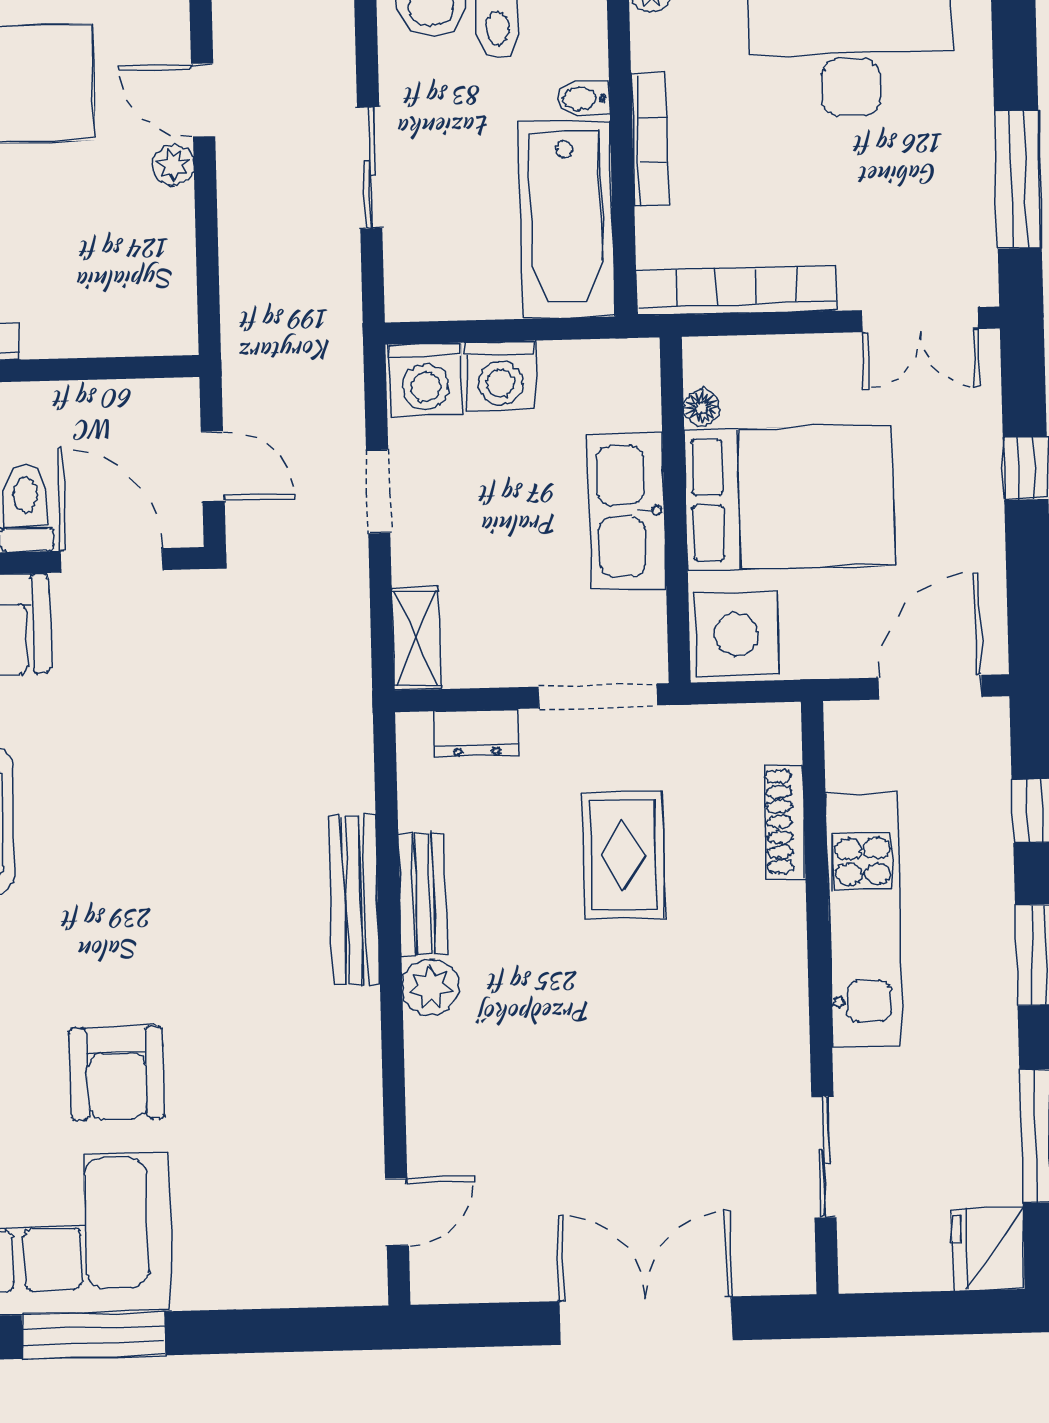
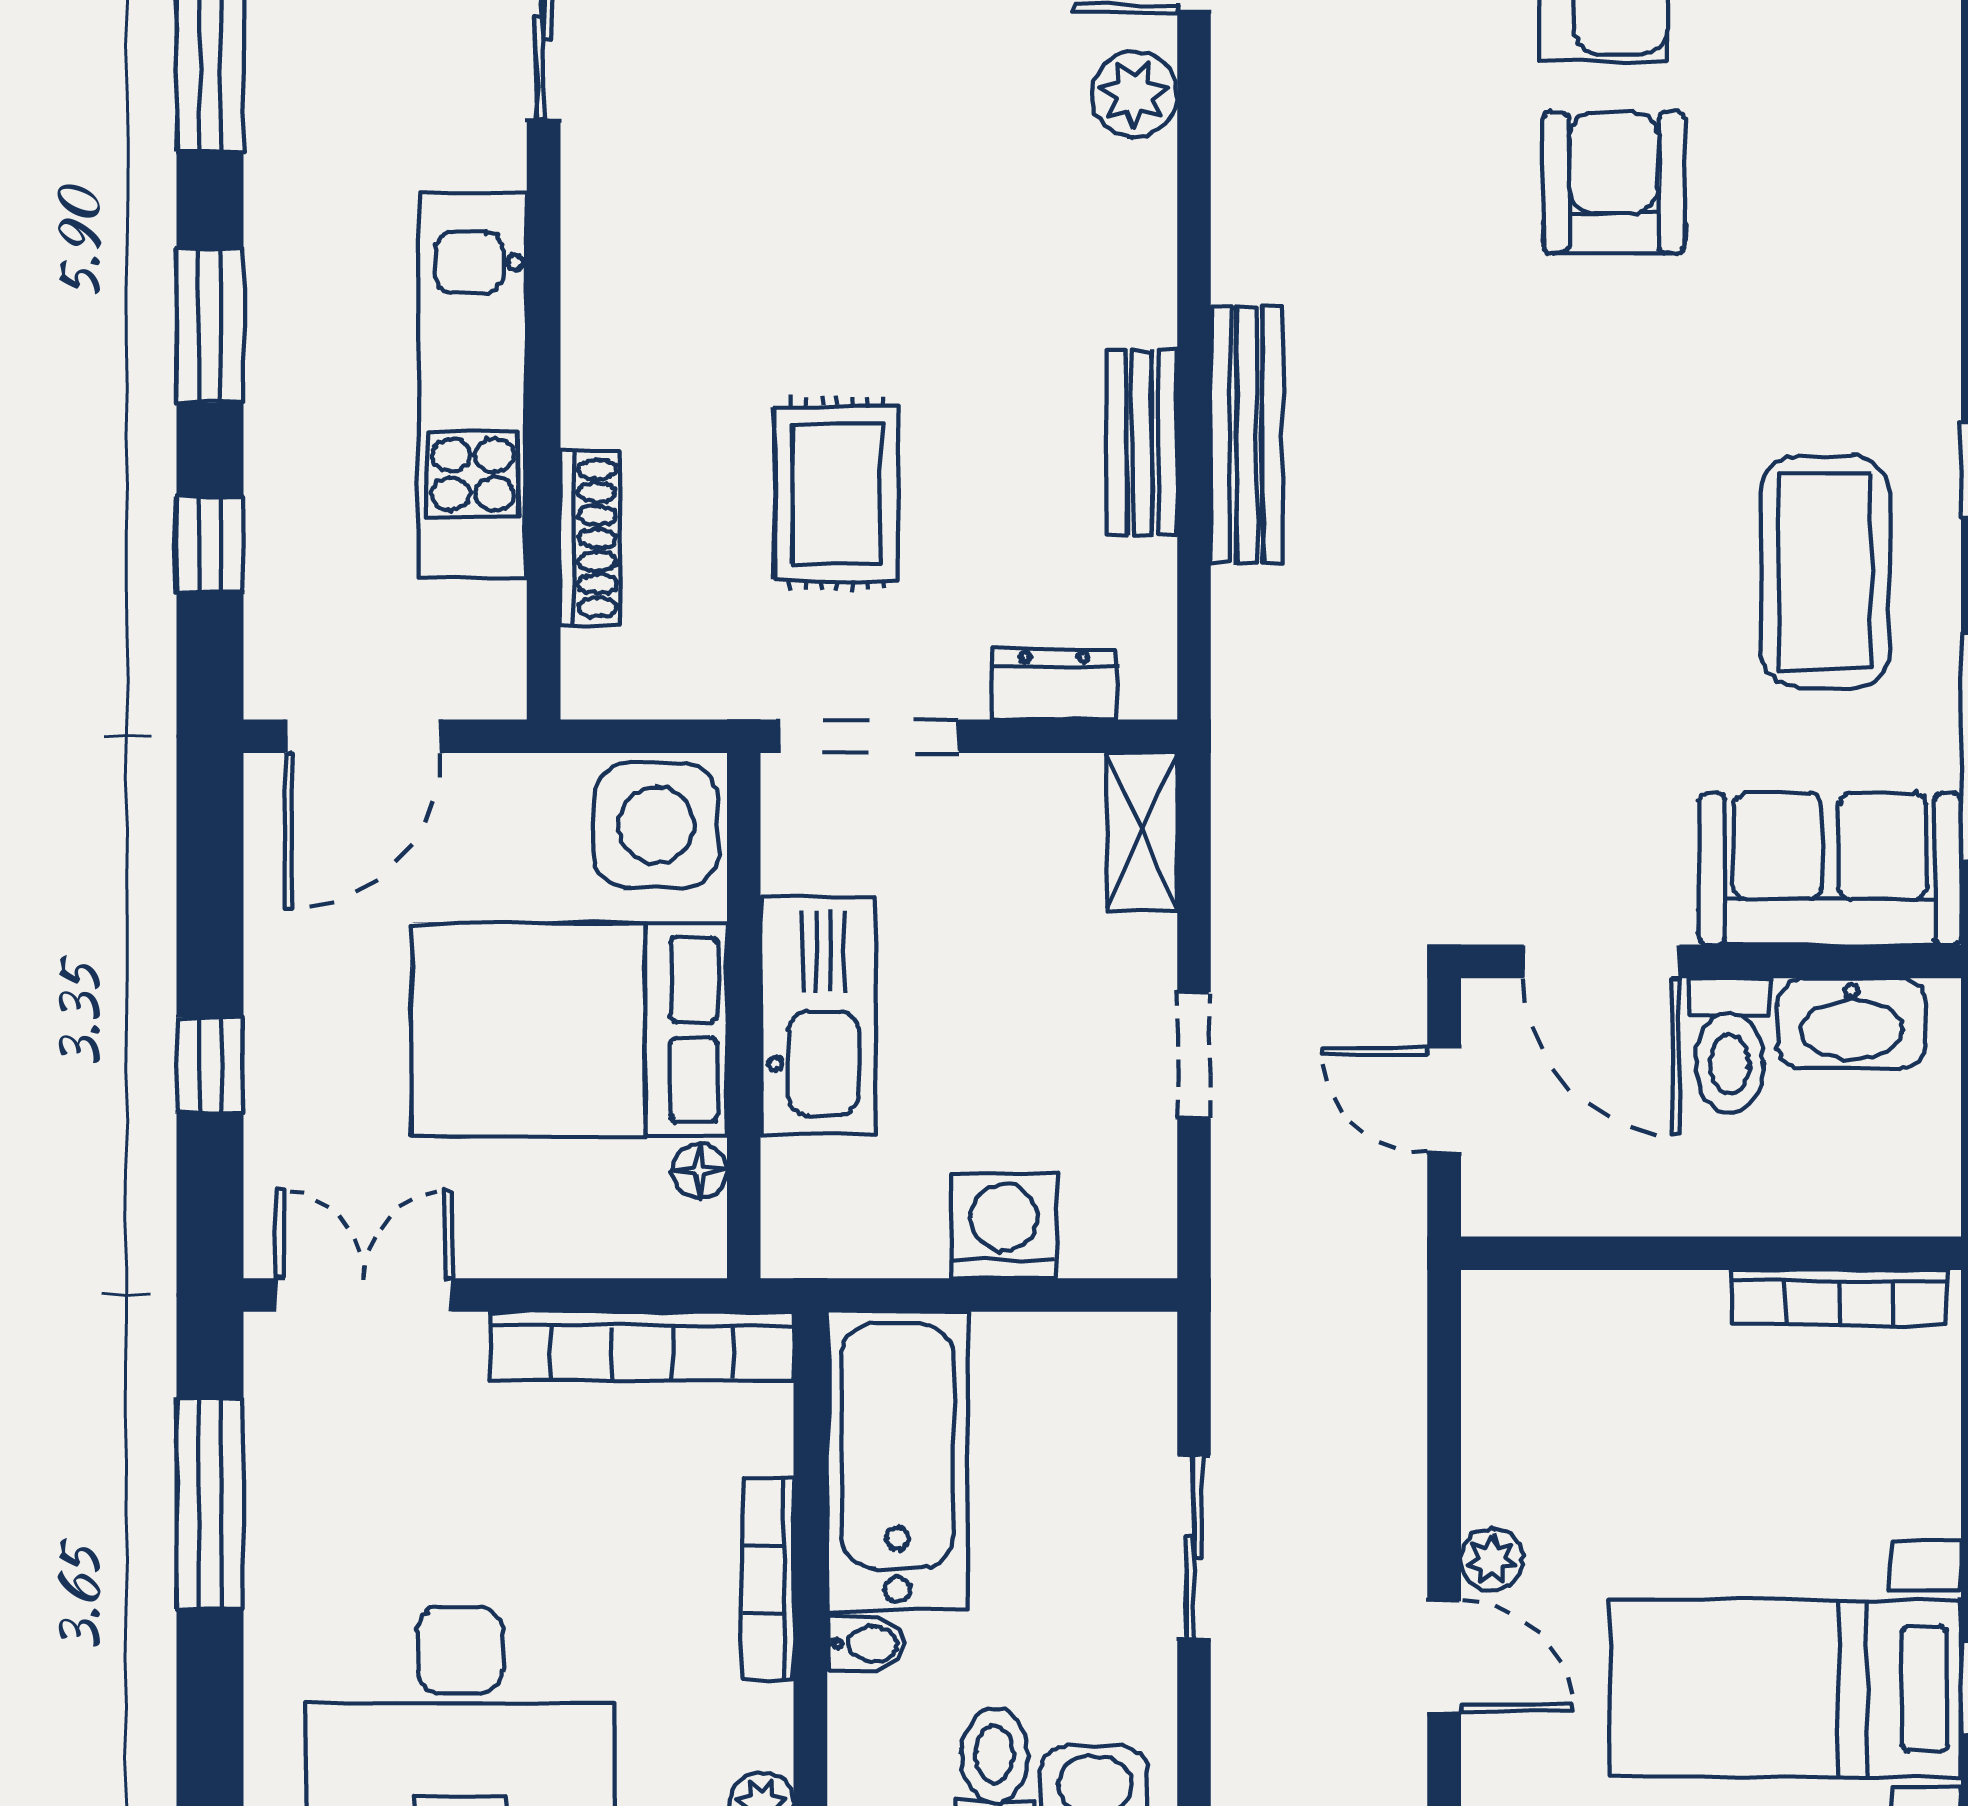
washing machine: (425, 380) -> (1118, 1223), removed
plant: (430, 987) -> (1134, 94), moved

